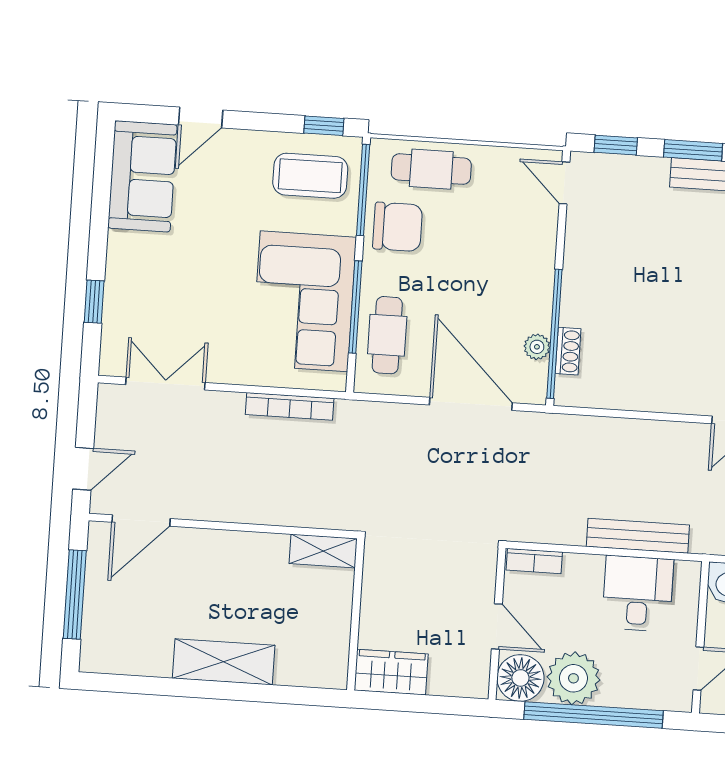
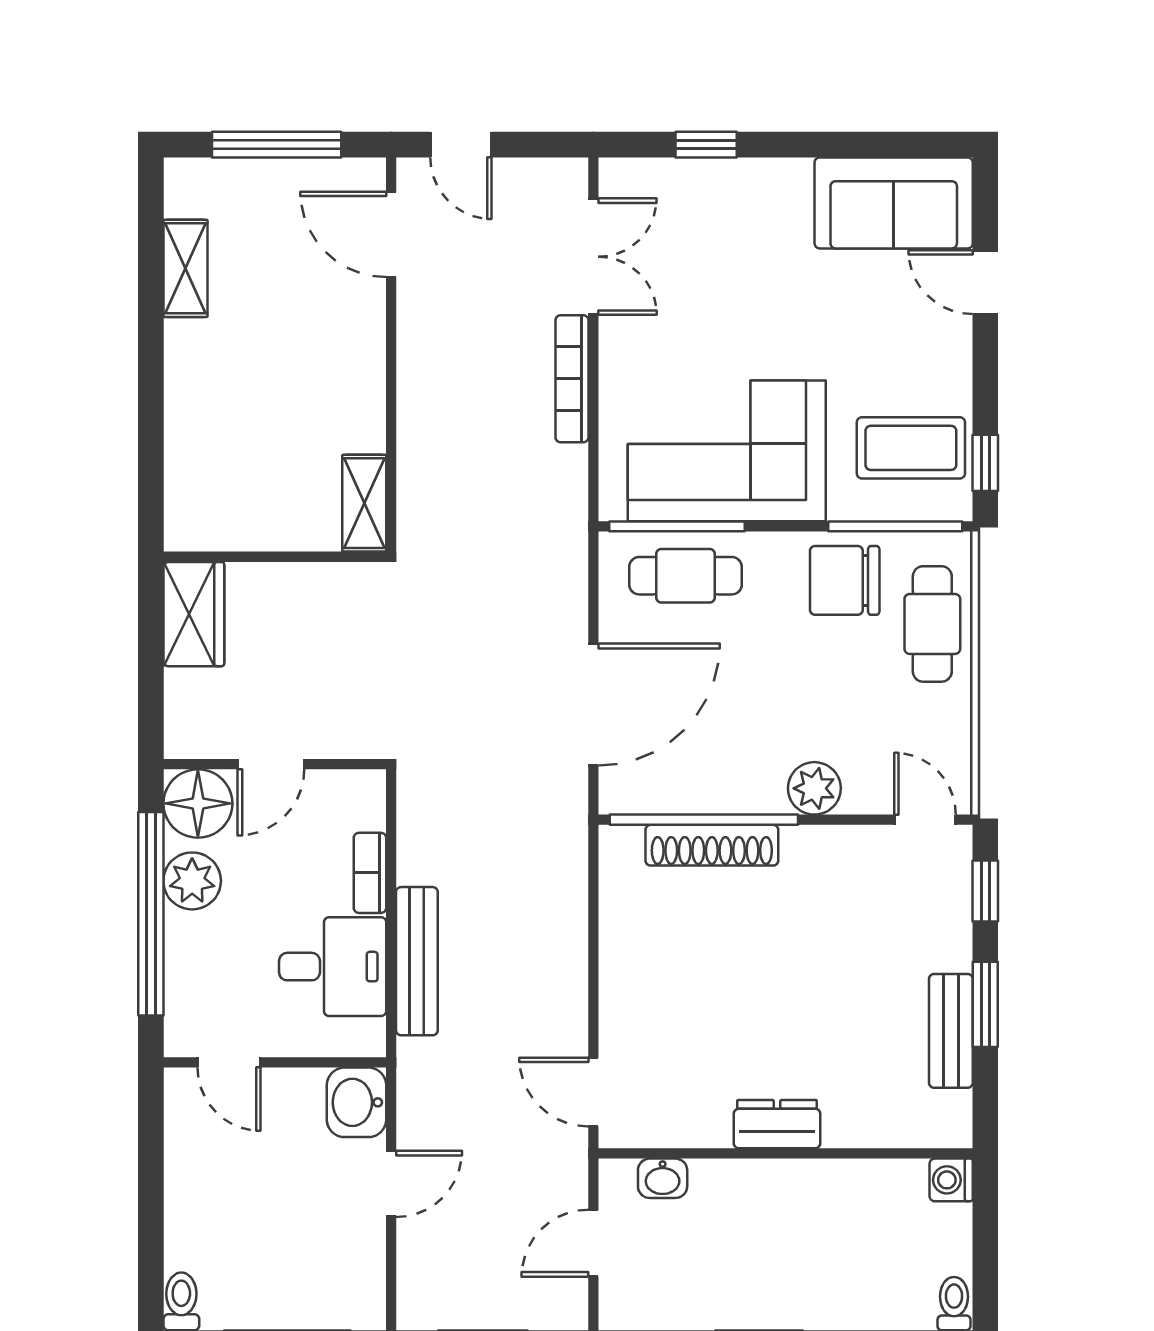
coffee table: (310, 176) -> (911, 448), turned 90
door: (564, 183) -> (925, 820), hinge flipped
chair: (398, 227) -> (845, 580), turned 90
window: (355, 307) -> (677, 526), moved
plant: (537, 347) -> (814, 788), moved, width x1.38, depth x1.38
shoe rack: (568, 351) -> (712, 845), width x1.94, depth x1.24
bookcase: (290, 406) -> (572, 379), moved
bookcase: (534, 561) -> (370, 873), moved
shelving: (224, 662) -> (185, 268), moved, width x0.67, depth x0.75
plant: (573, 678) -> (192, 881), width x0.73, depth x0.73

